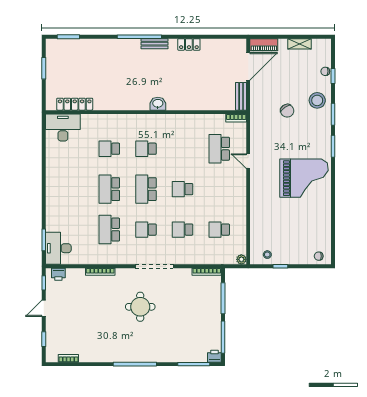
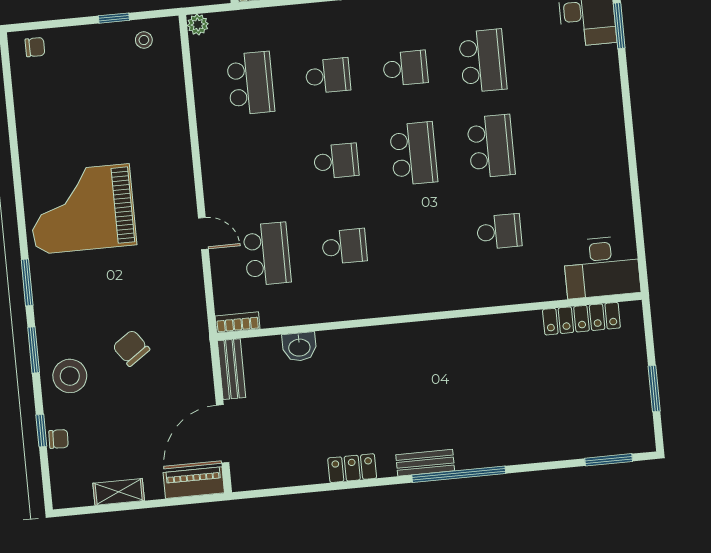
washbasin: (158, 104) -> (299, 347), moved
school desk: (146, 149) -> (344, 246), moved
school desk: (219, 230) -> (251, 83), width x1.85

